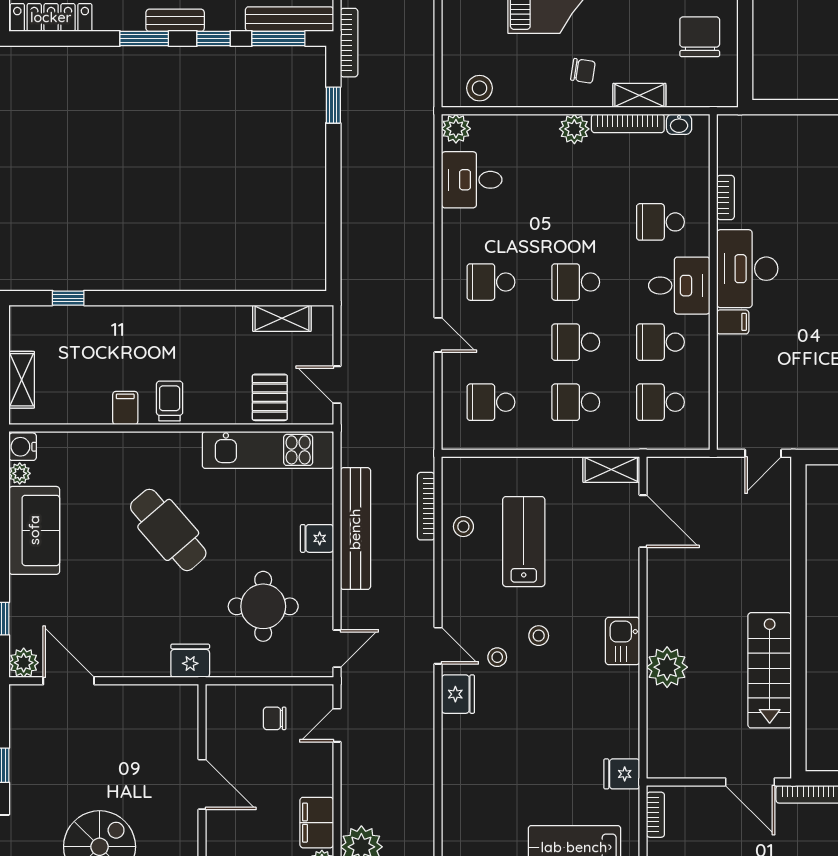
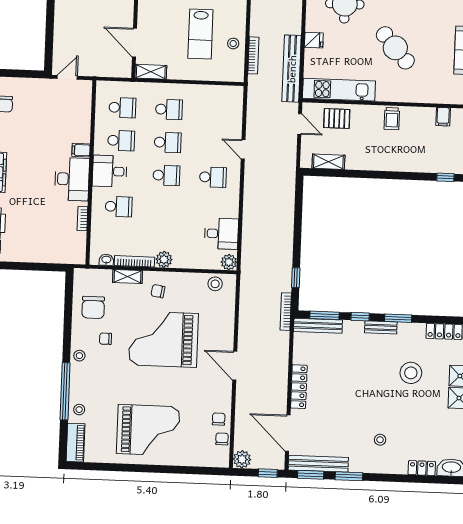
pallet: (270, 397) -> (337, 119), turned 90
school desk: (491, 402) -> (215, 111), removed
filing cabinet: (125, 408) -> (443, 117), moved
bench: (355, 529) -> (292, 69), moved

